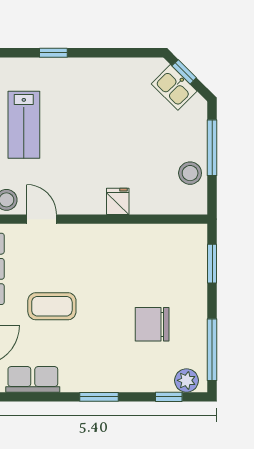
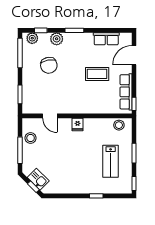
lab bench: (24, 125) -> (111, 161), turned 180
fridge: (118, 201) -> (78, 124), moved
door: (42, 219) -> (50, 116), moved
chair: (152, 324) -> (49, 65), turned 80
plant: (136, 379) -> (57, 39), added

